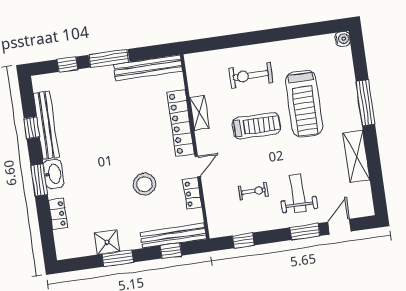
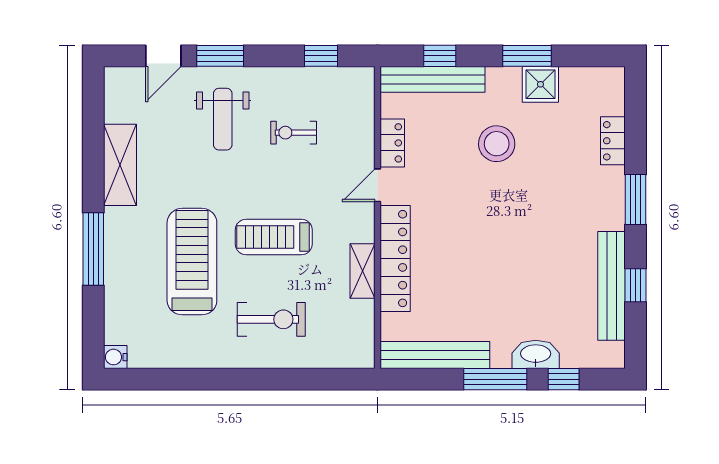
washbasin: (54, 174) -> (536, 354), moved, turned 90
stool: (144, 184) -> (497, 144), moved

